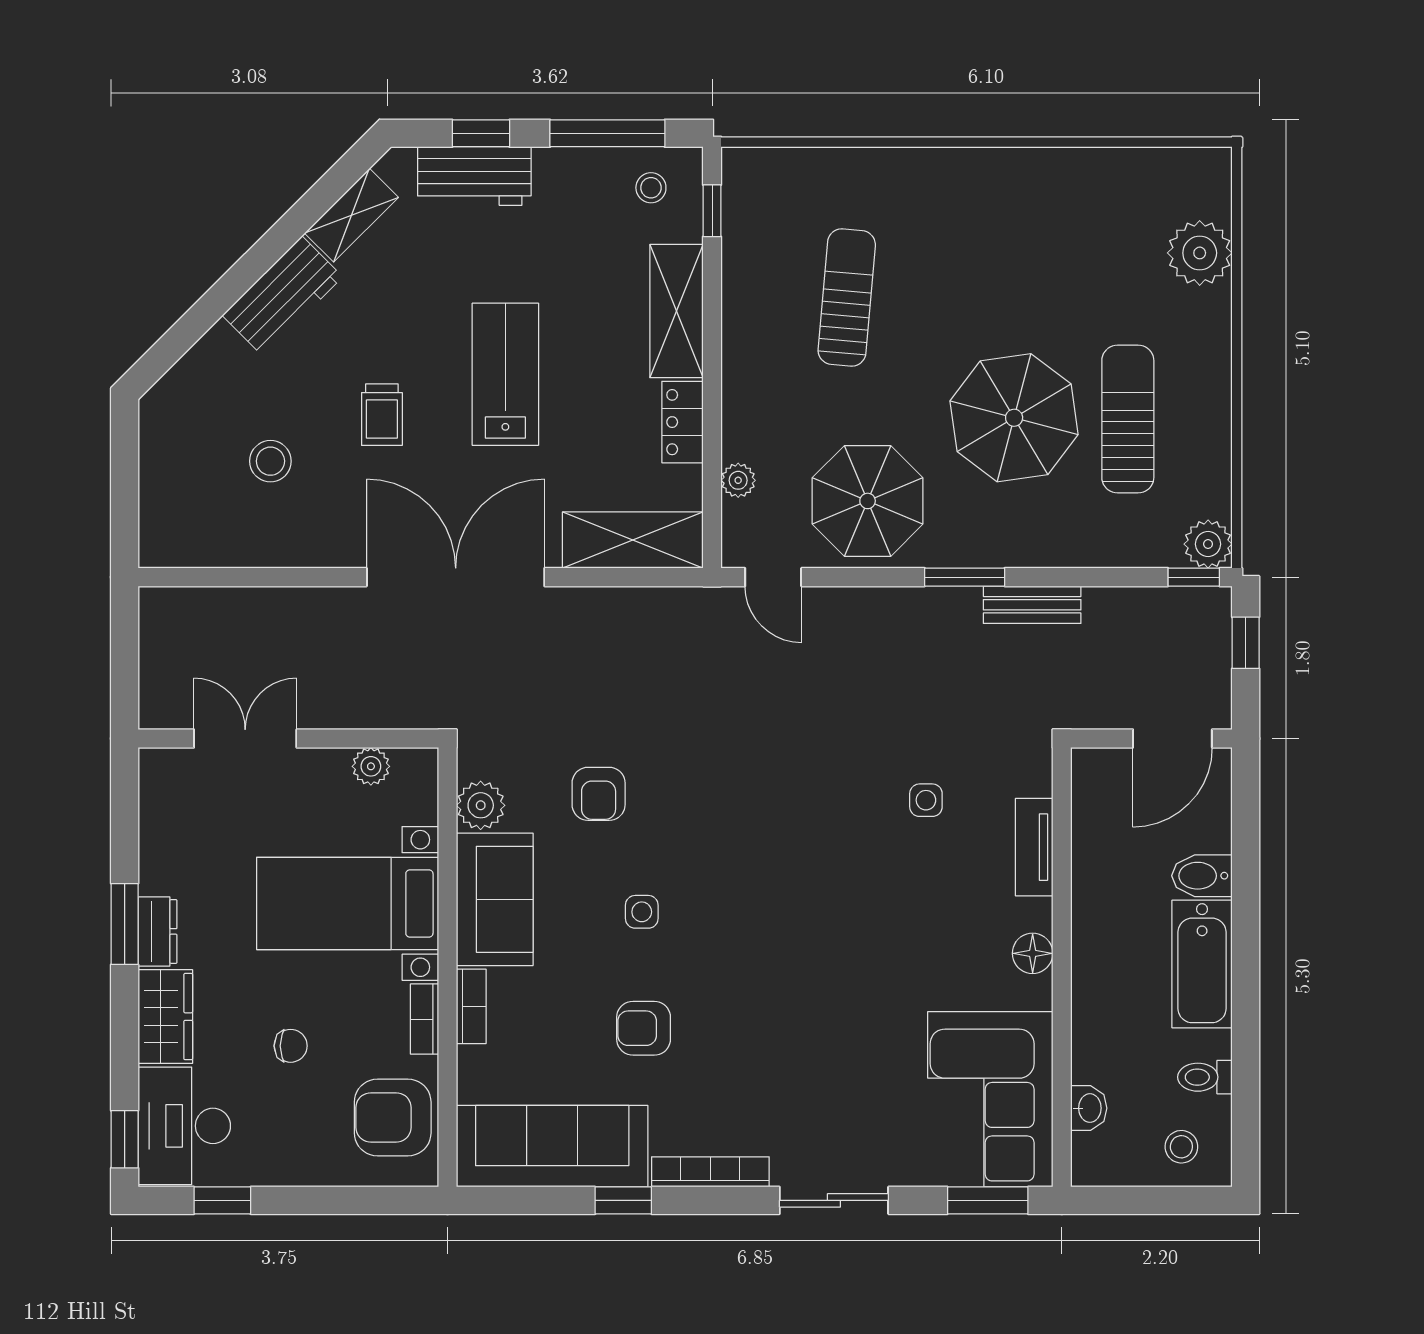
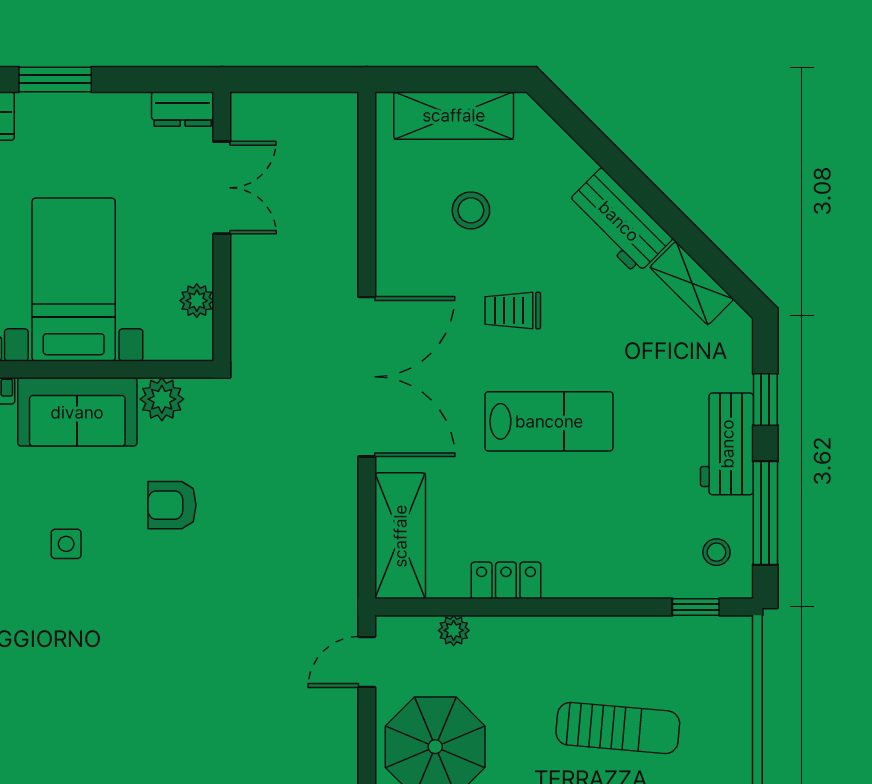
workbench: (474, 176) -> (727, 444), moved
shelving: (676, 311) -> (454, 115), moved
dresser: (158, 931) -> (183, 109), moved

